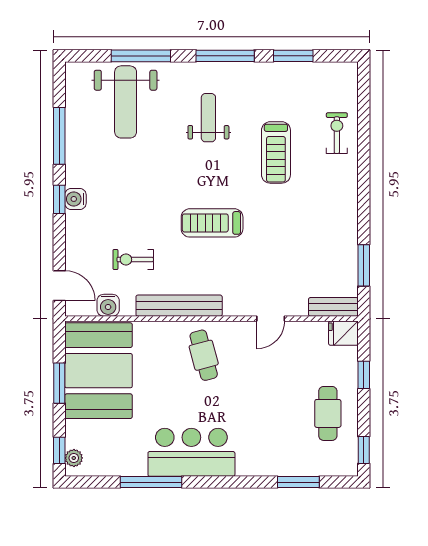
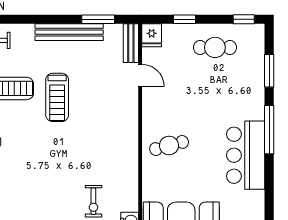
treadmill: (212, 223) -> (57, 97), moved
bench: (179, 306) -> (69, 32), moved, turned 90
door: (271, 319) -> (140, 75), moved
window: (151, 482) -> (269, 130), moved

